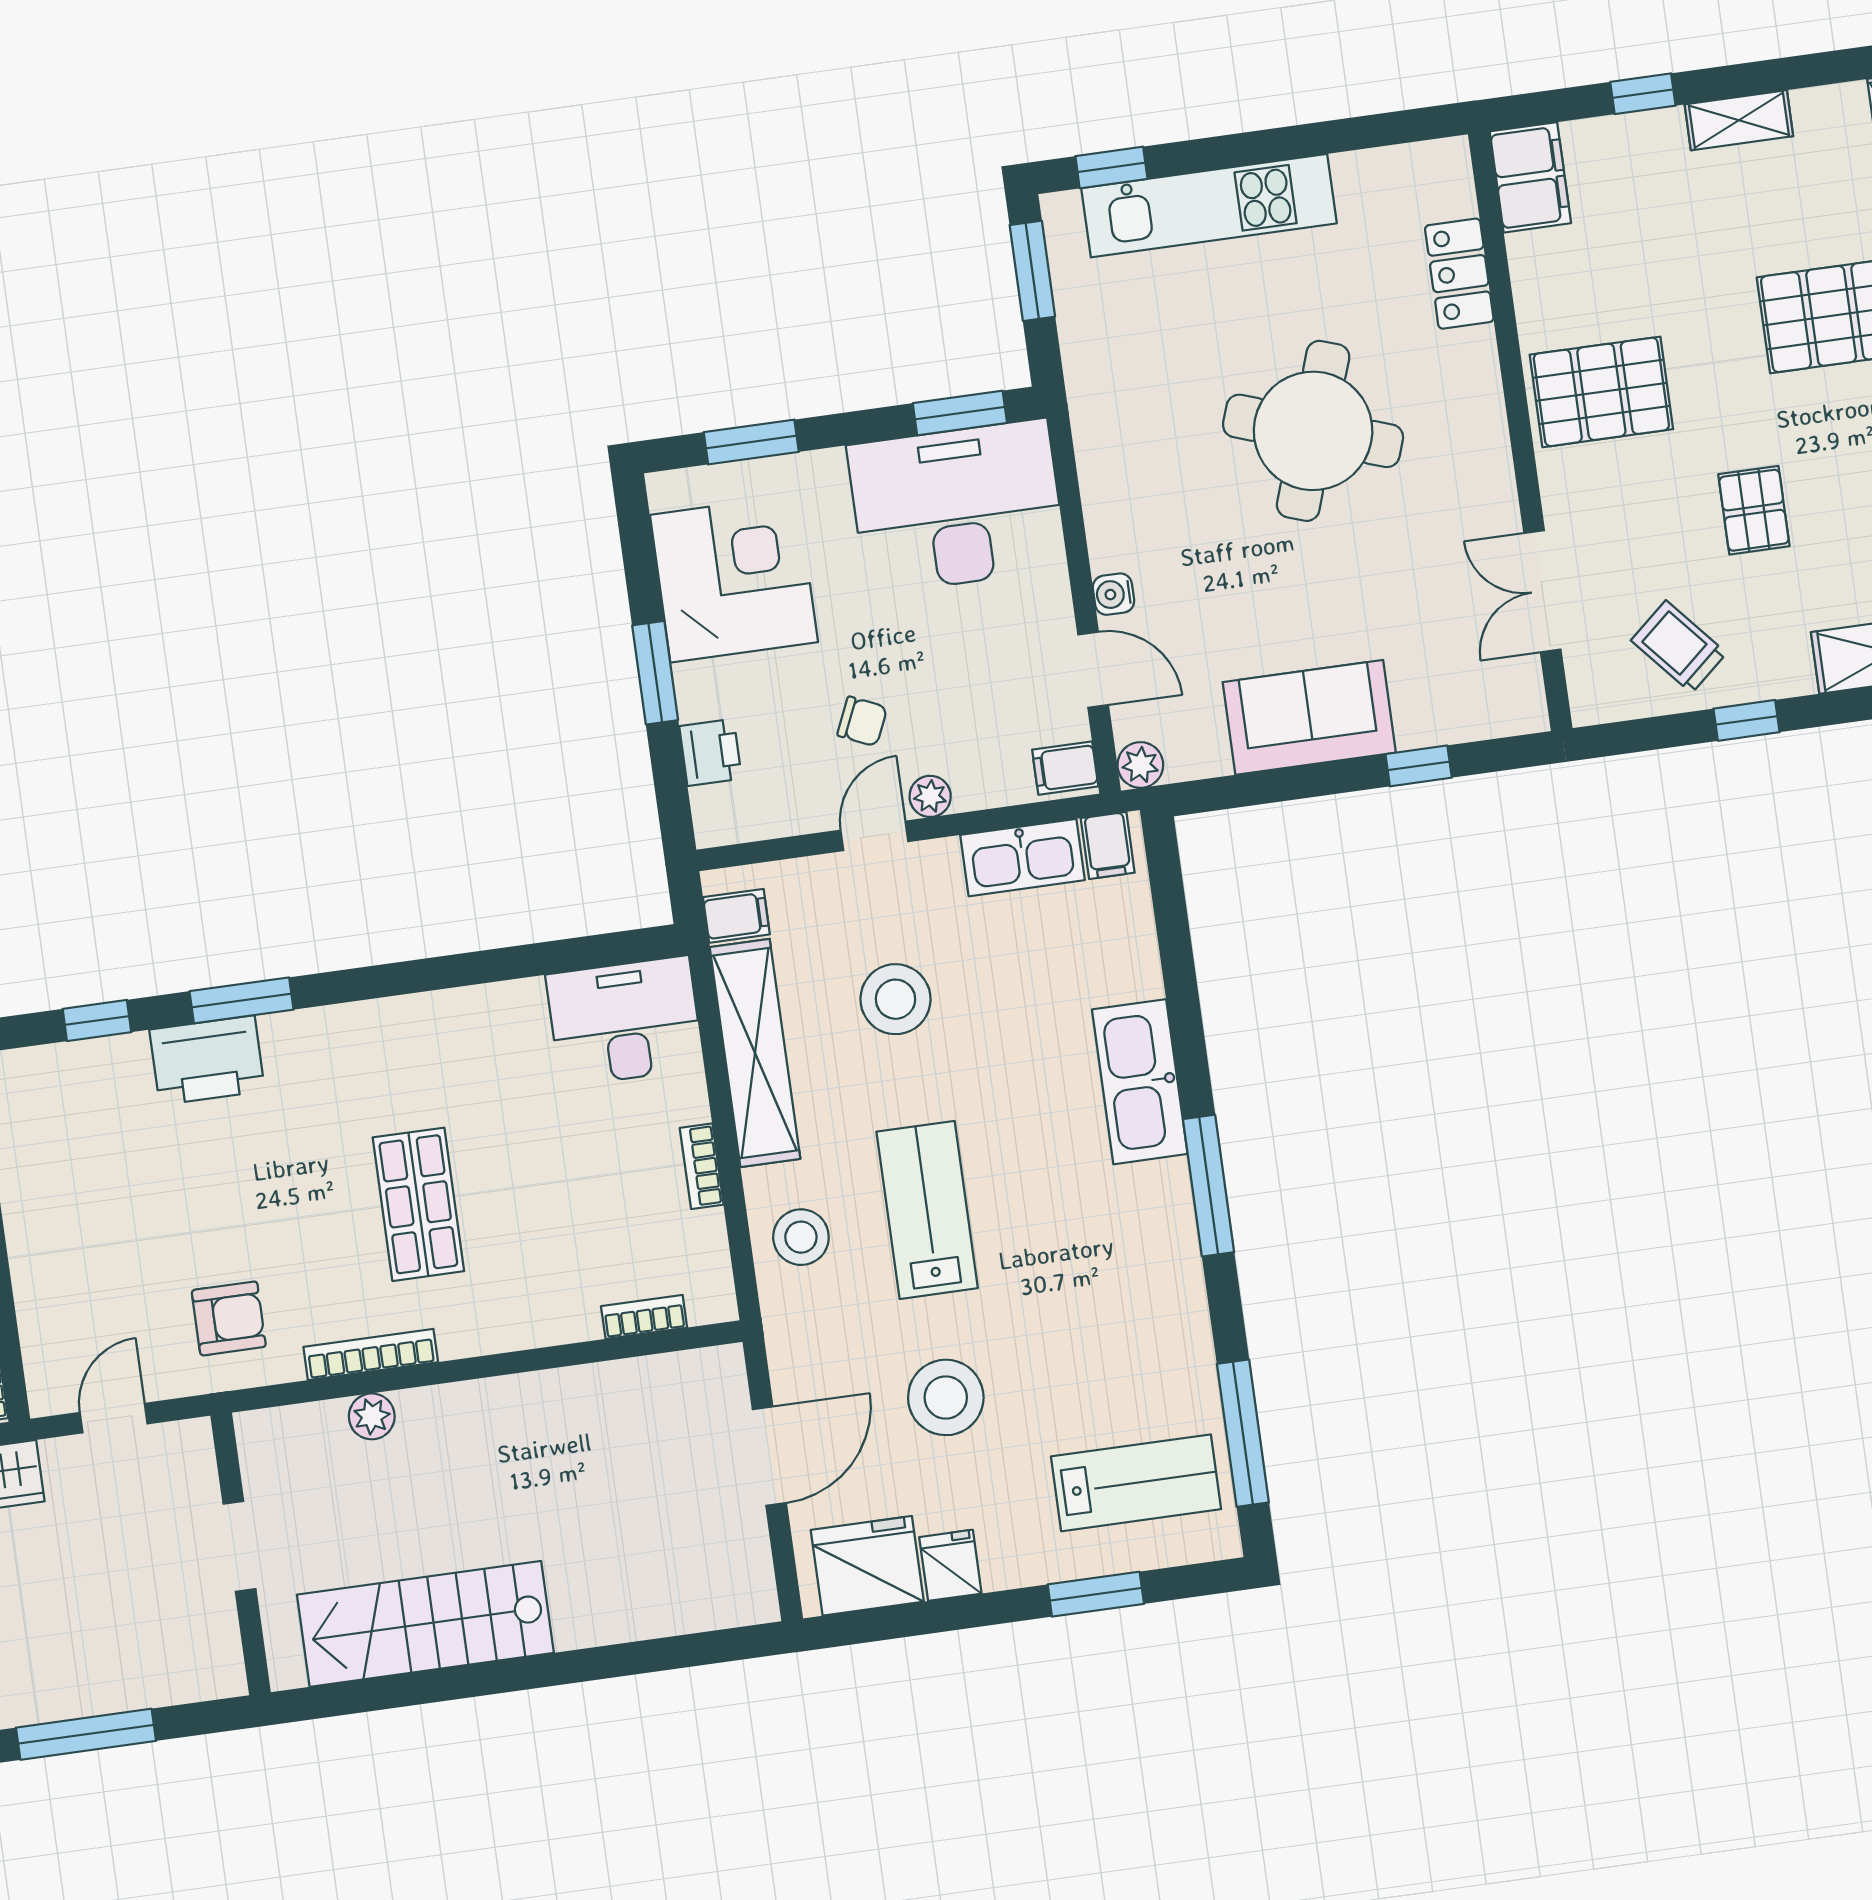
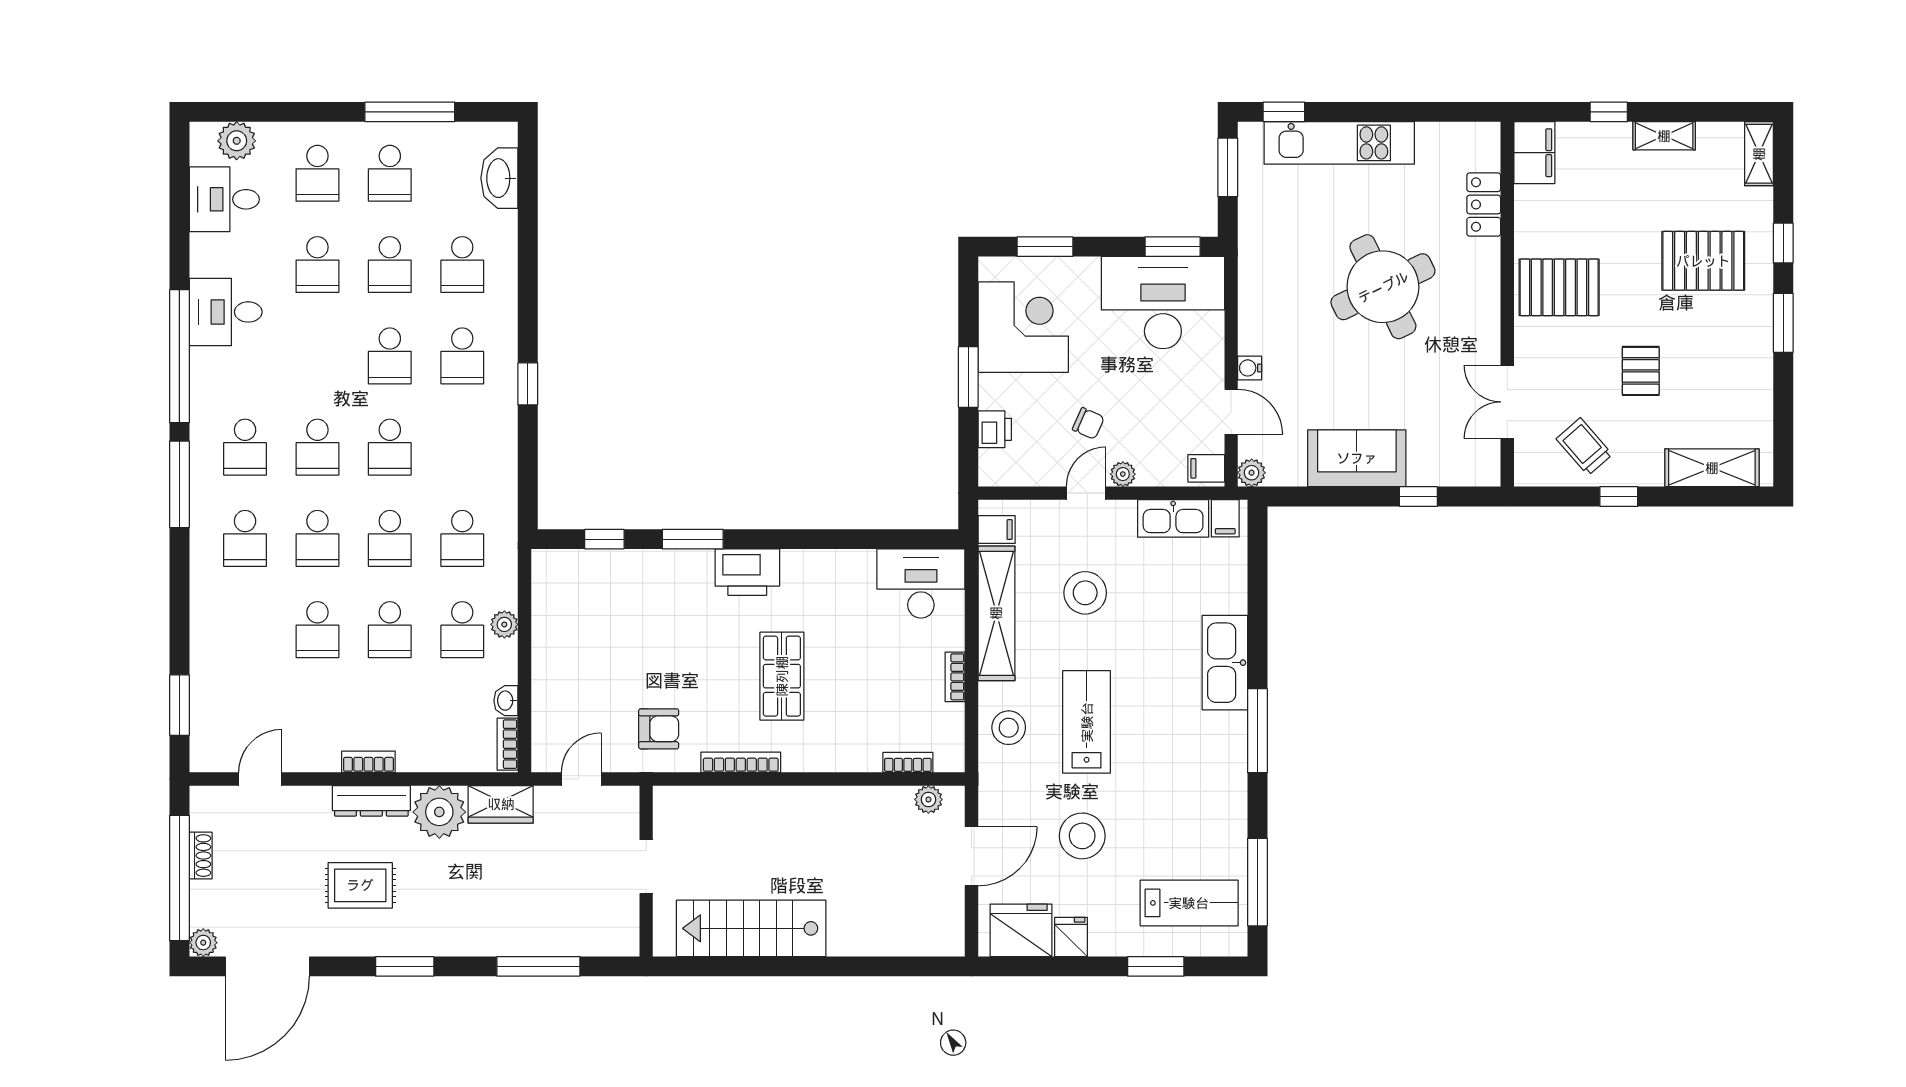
round table: (1313, 431) -> (1383, 287), turned 45
printer: (207, 1060) -> (747, 572), moved
plant: (372, 1416) -> (928, 799), moved

